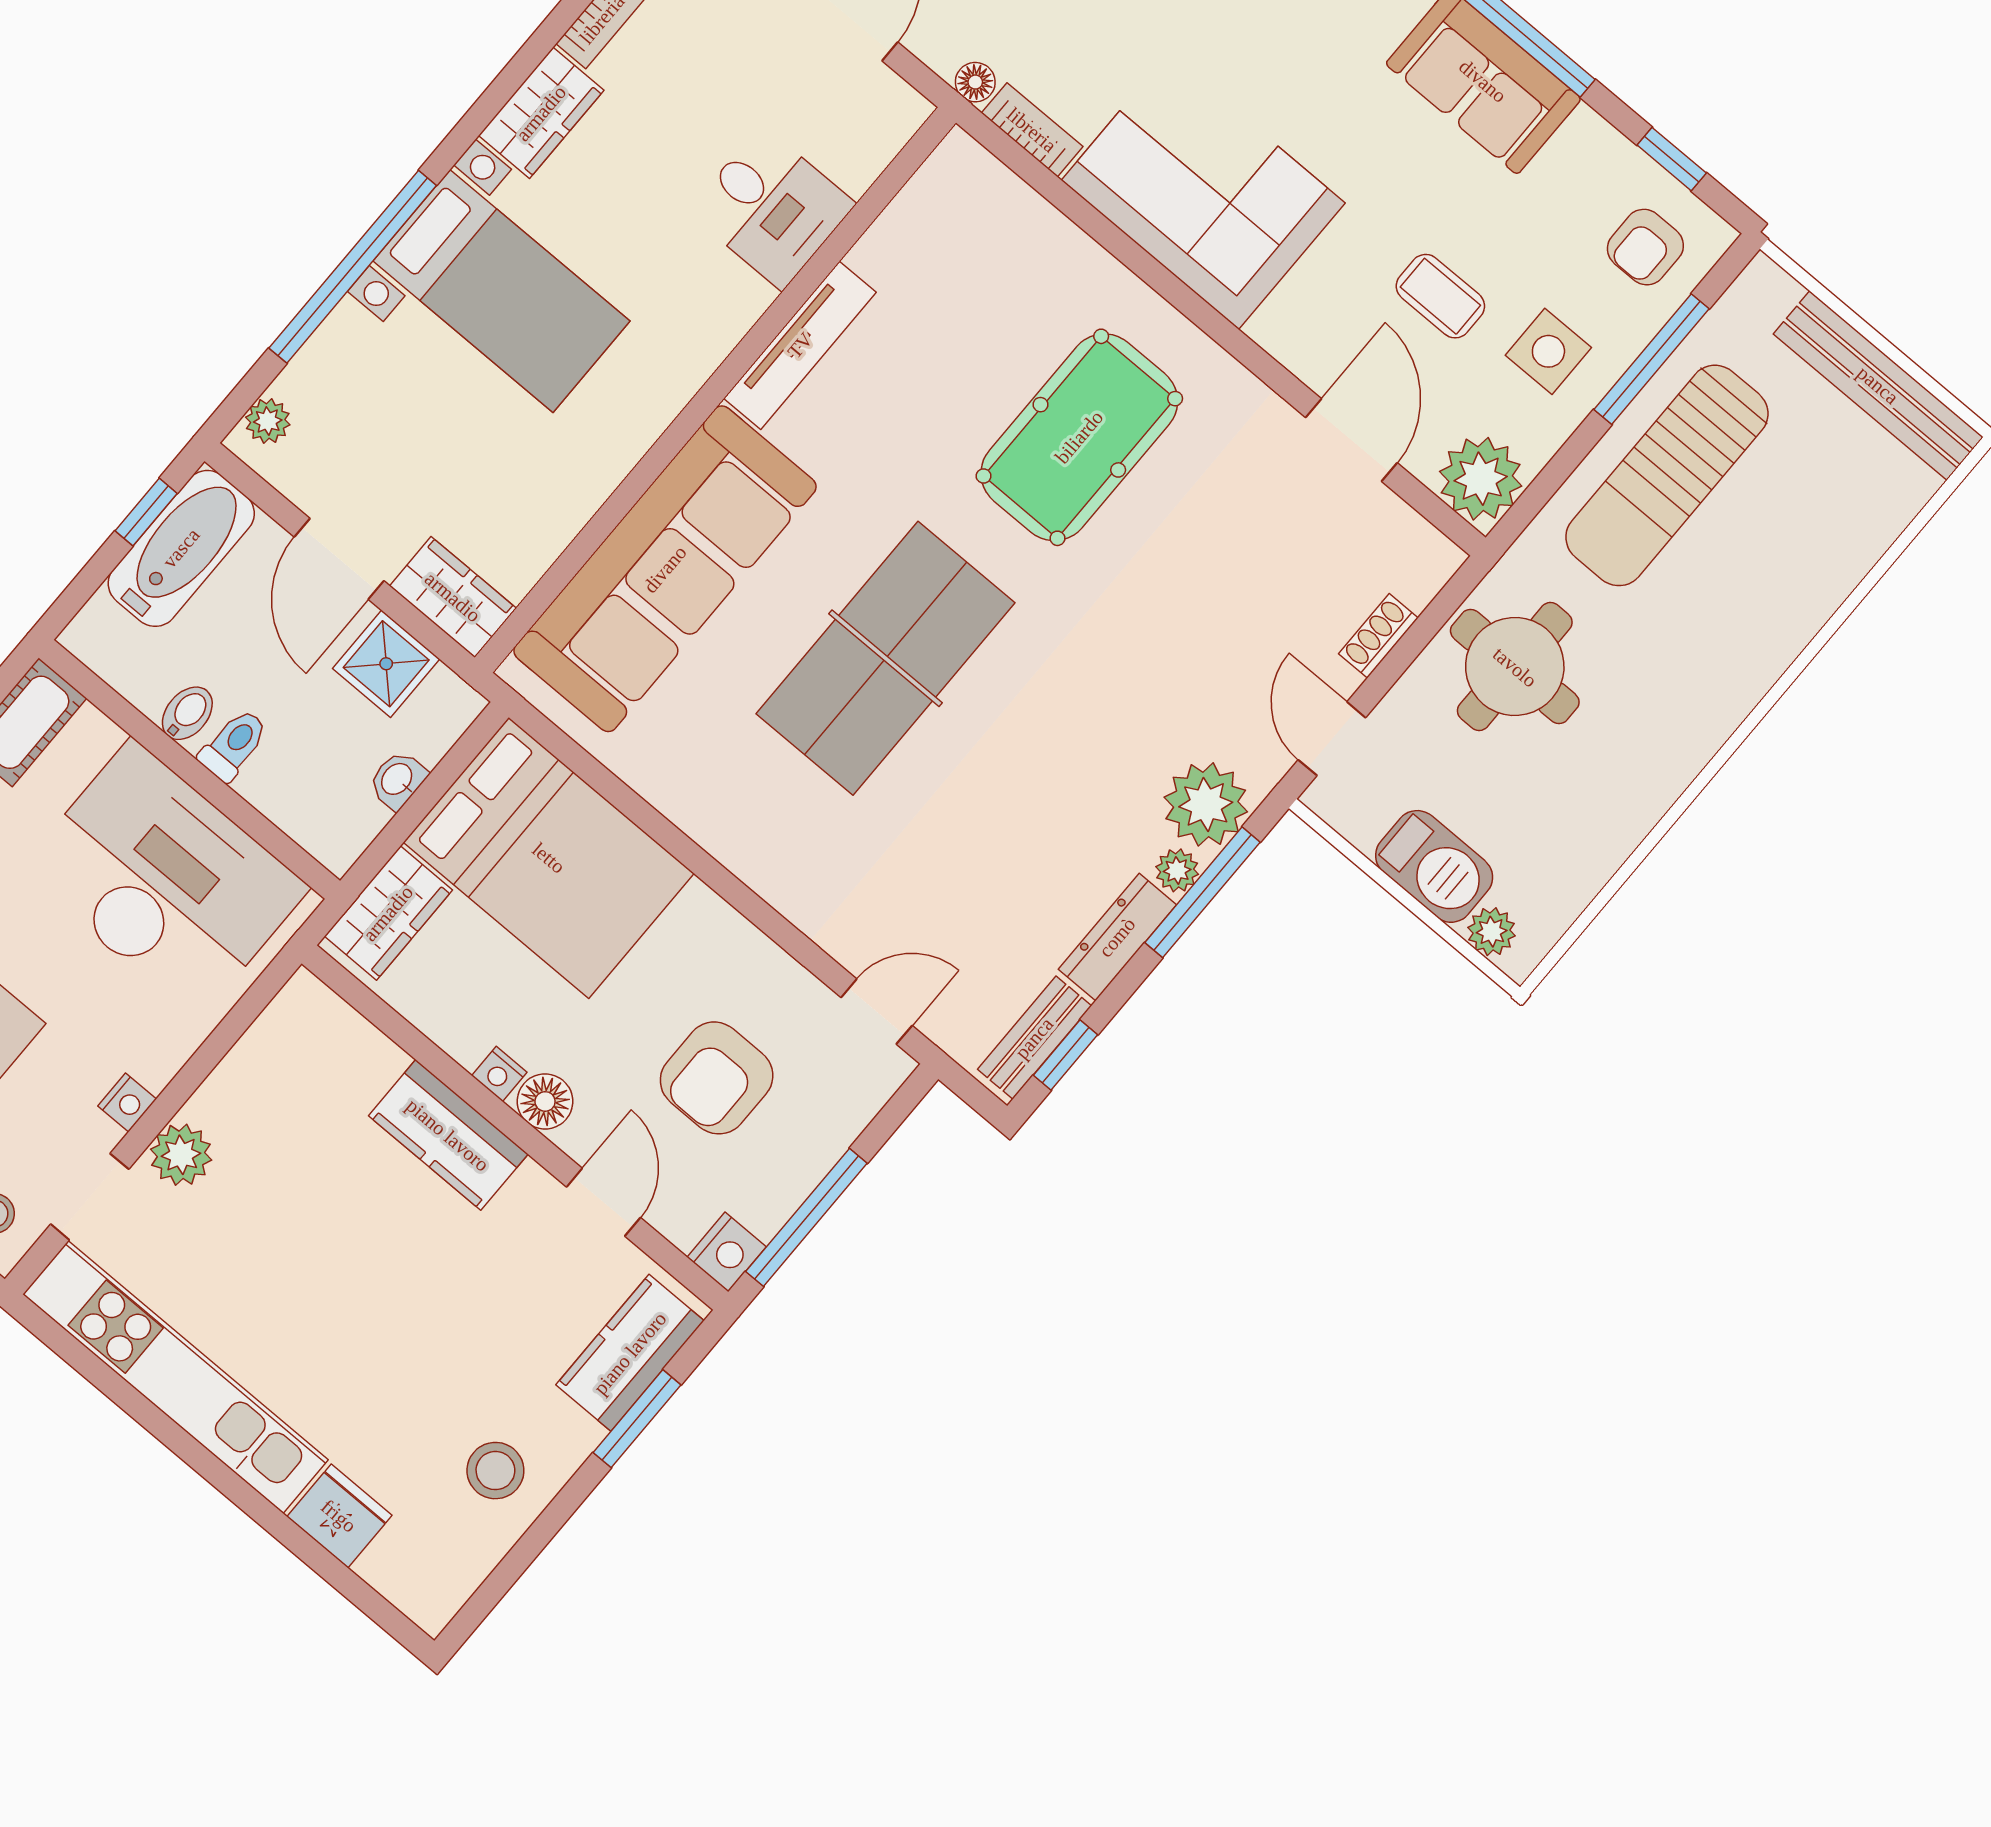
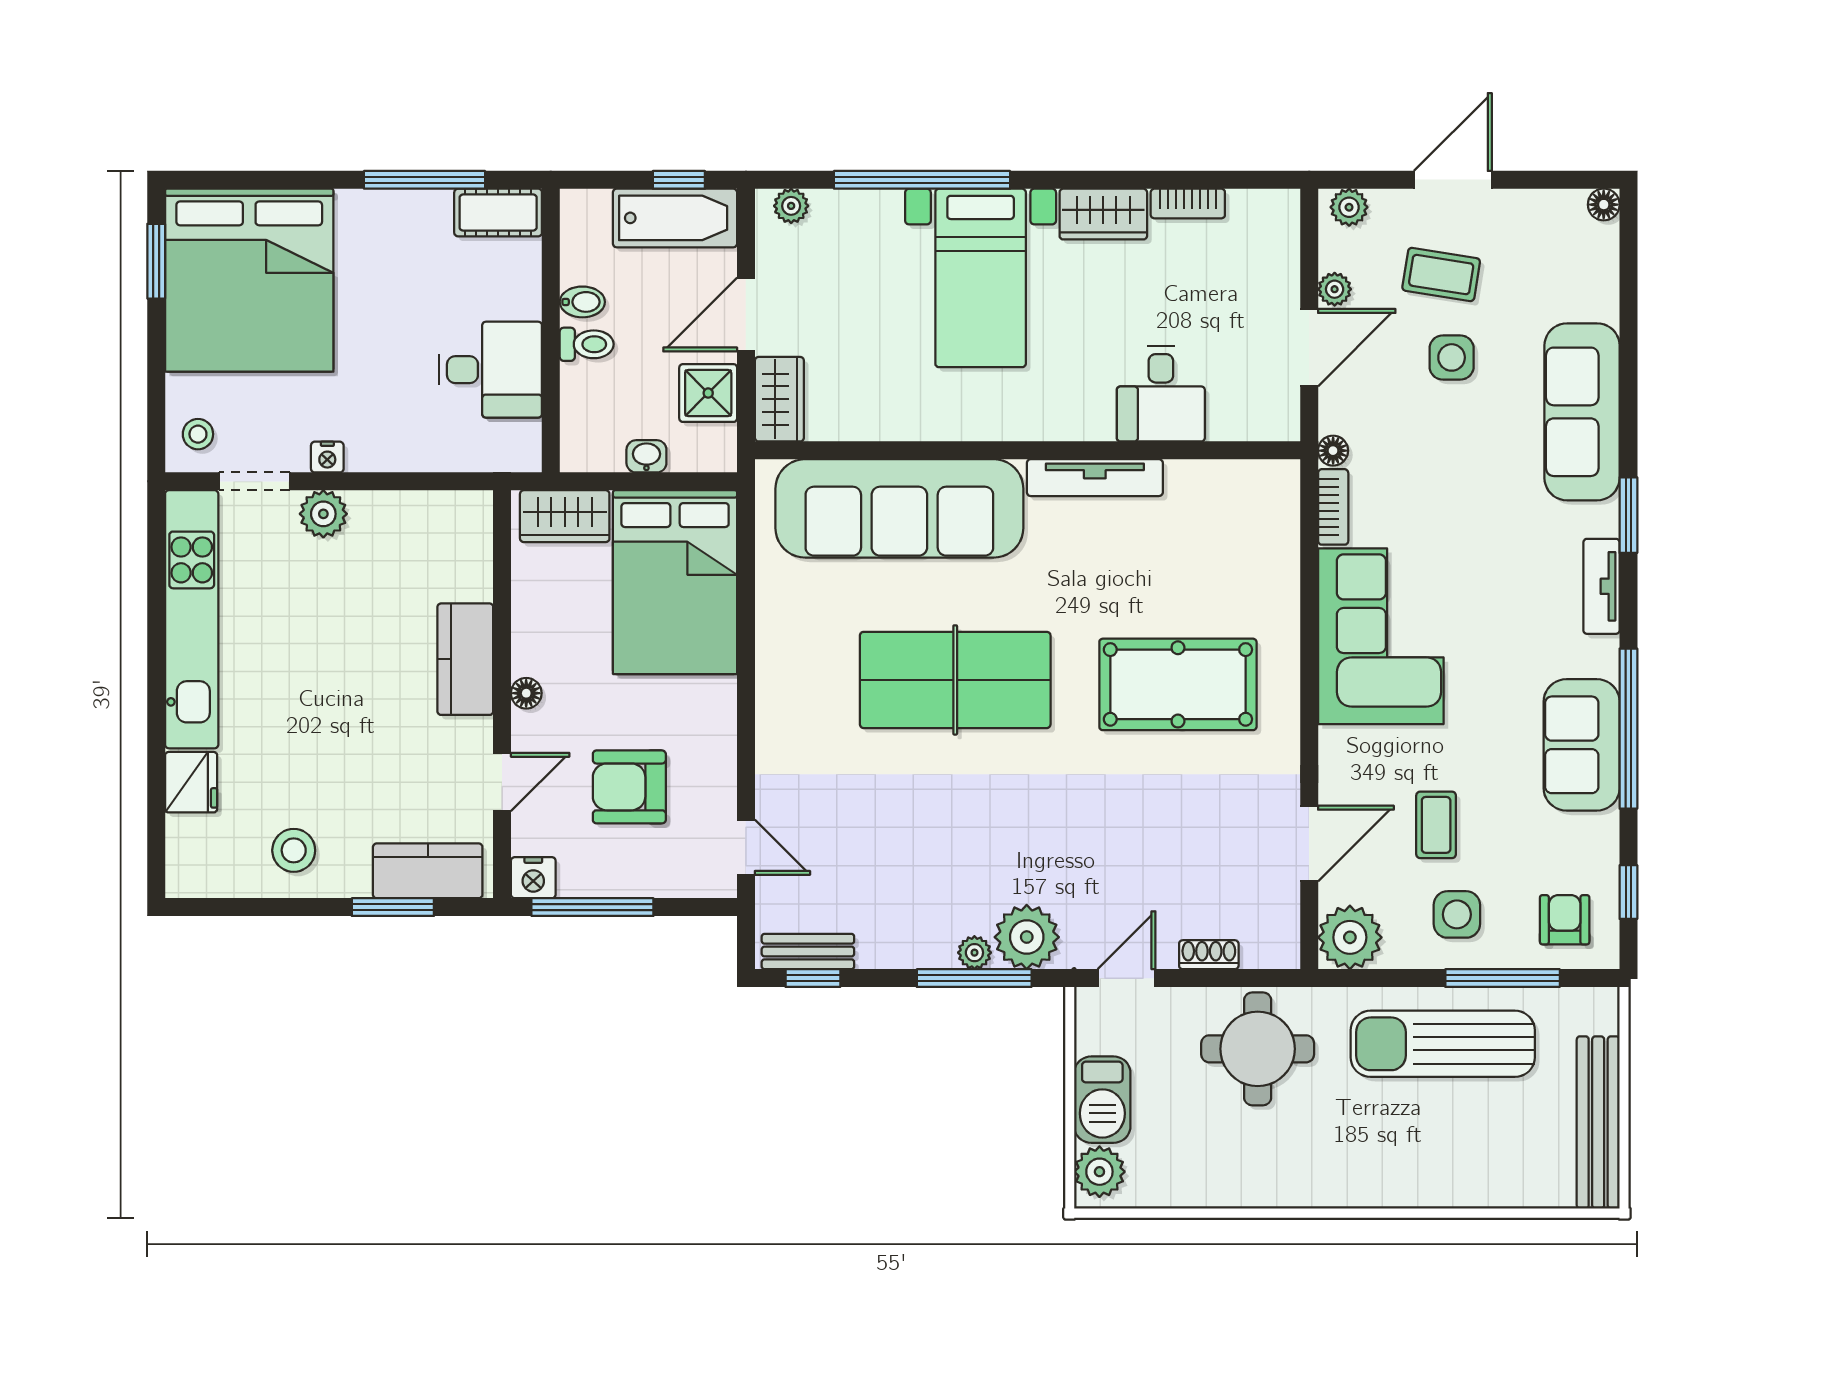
armchair: (1645, 247) -> (1565, 920), turned 90
desk: (164, 879) -> (490, 370), width x0.53, depth x0.77
plant: (1492, 932) -> (1099, 1172), width x1.38, depth x1.38
dresser: (1117, 937) -> (907, 951), removed
nightstand: (499, 1074) -> (526, 659), removed
floor lamp: (545, 1101) -> (526, 693), width x0.73, depth x0.73

